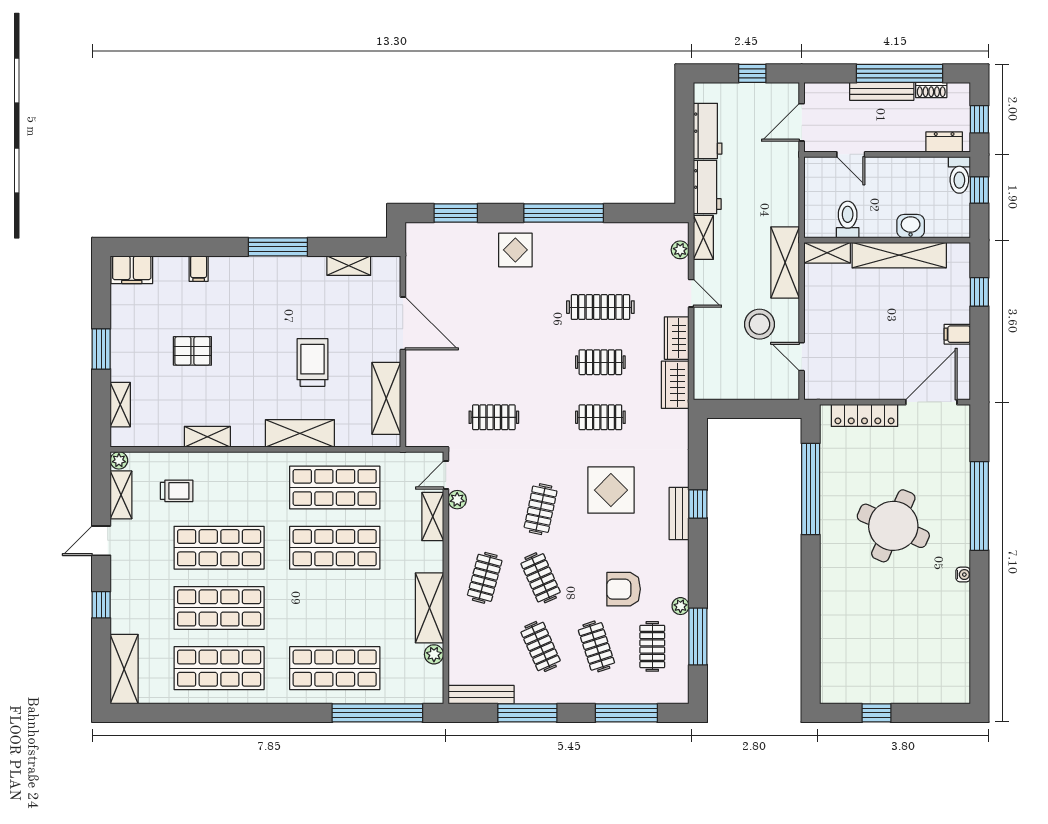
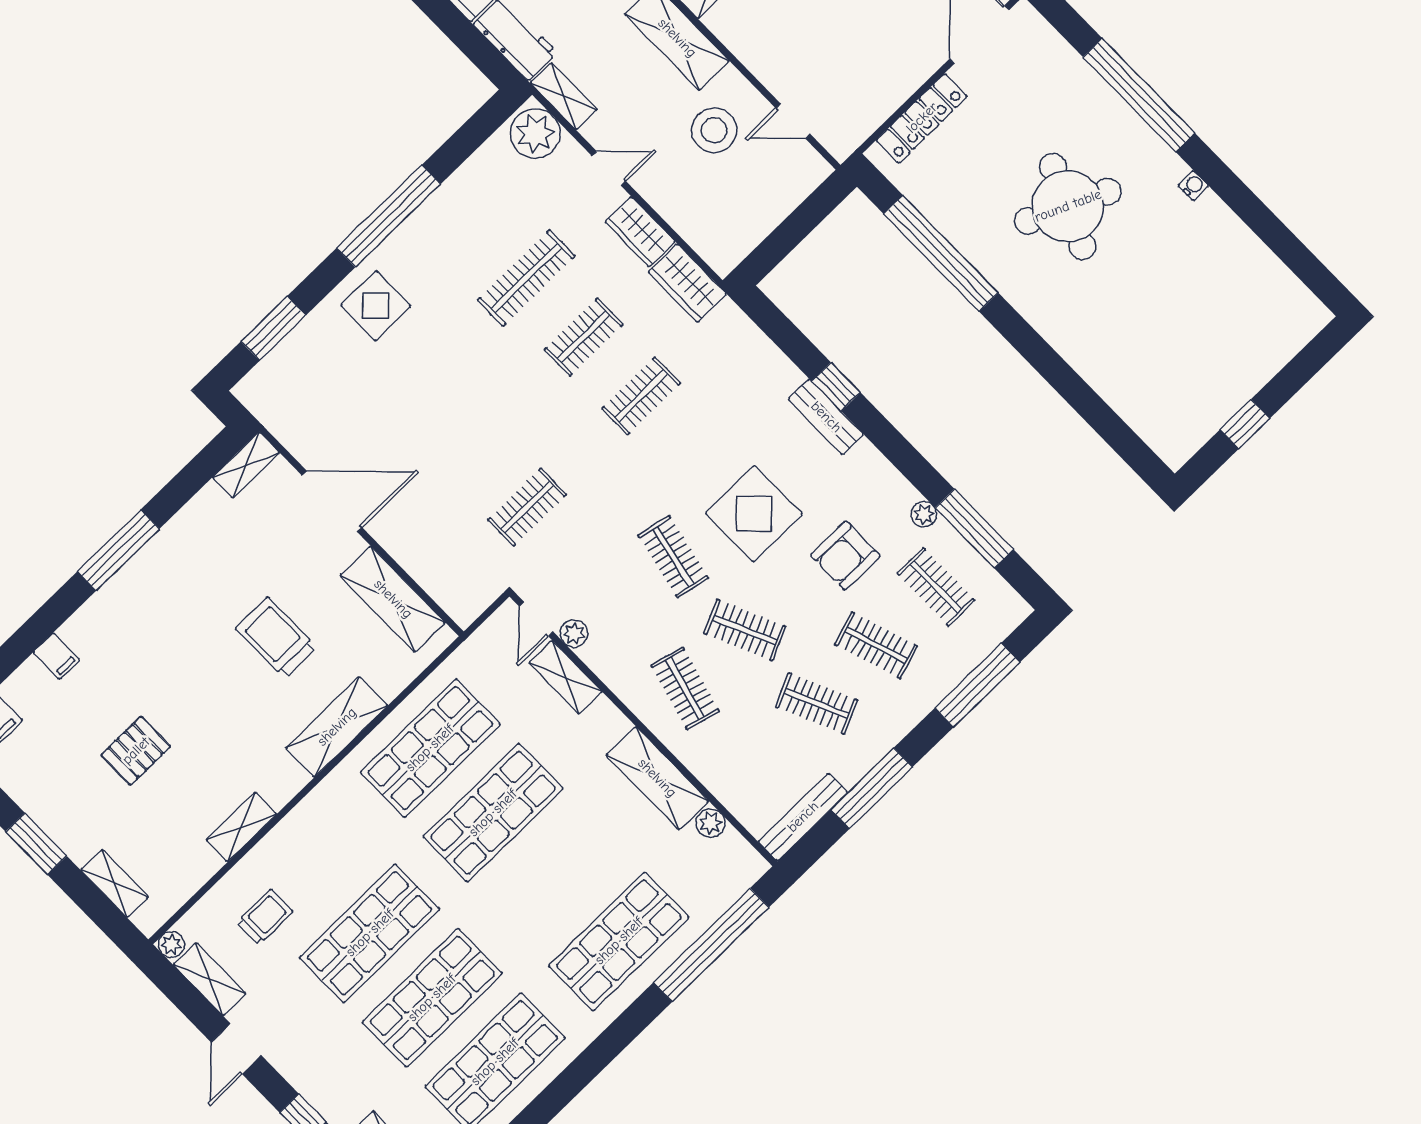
plant: (680, 250) -> (535, 134), width x1.88, depth x1.88
shelving: (349, 266) -> (246, 465), moved
display table: (611, 490) -> (754, 514), moved

